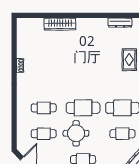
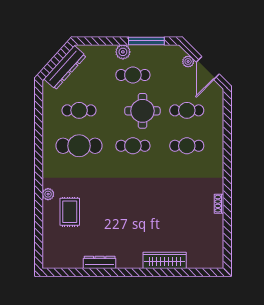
dresser: (120, 23) -> (100, 262), moved
cafe table: (83, 108) -> (133, 146), width x0.73, depth x0.74

